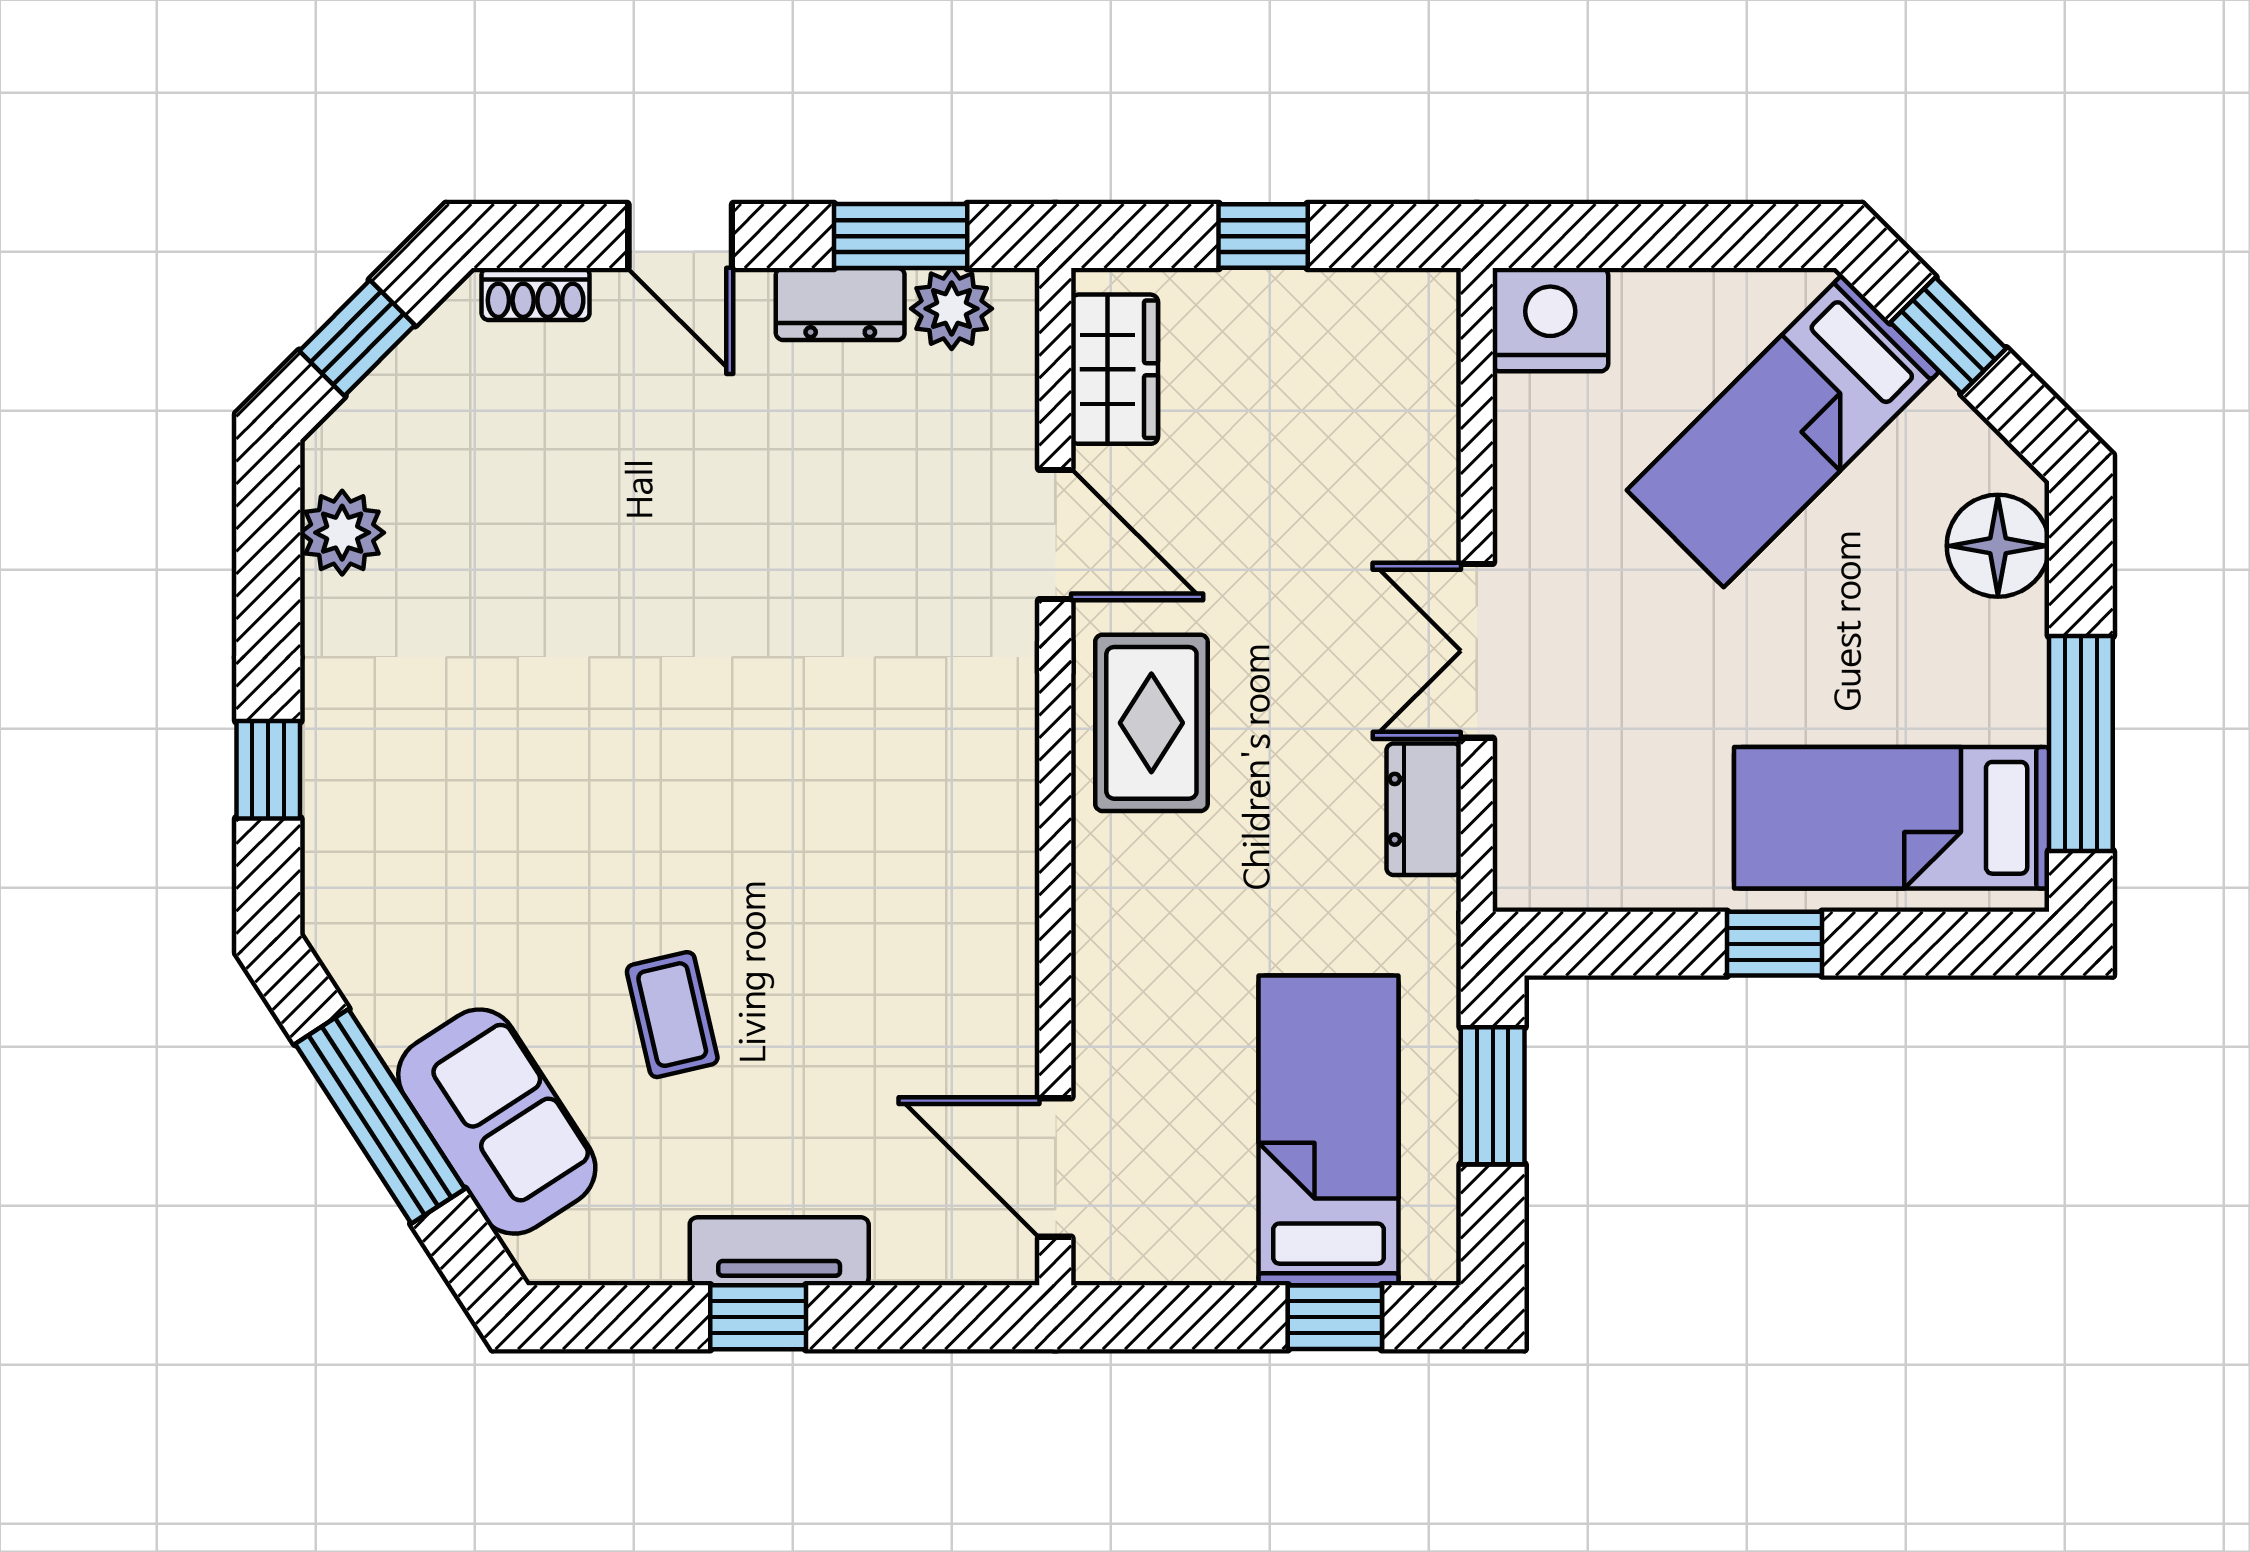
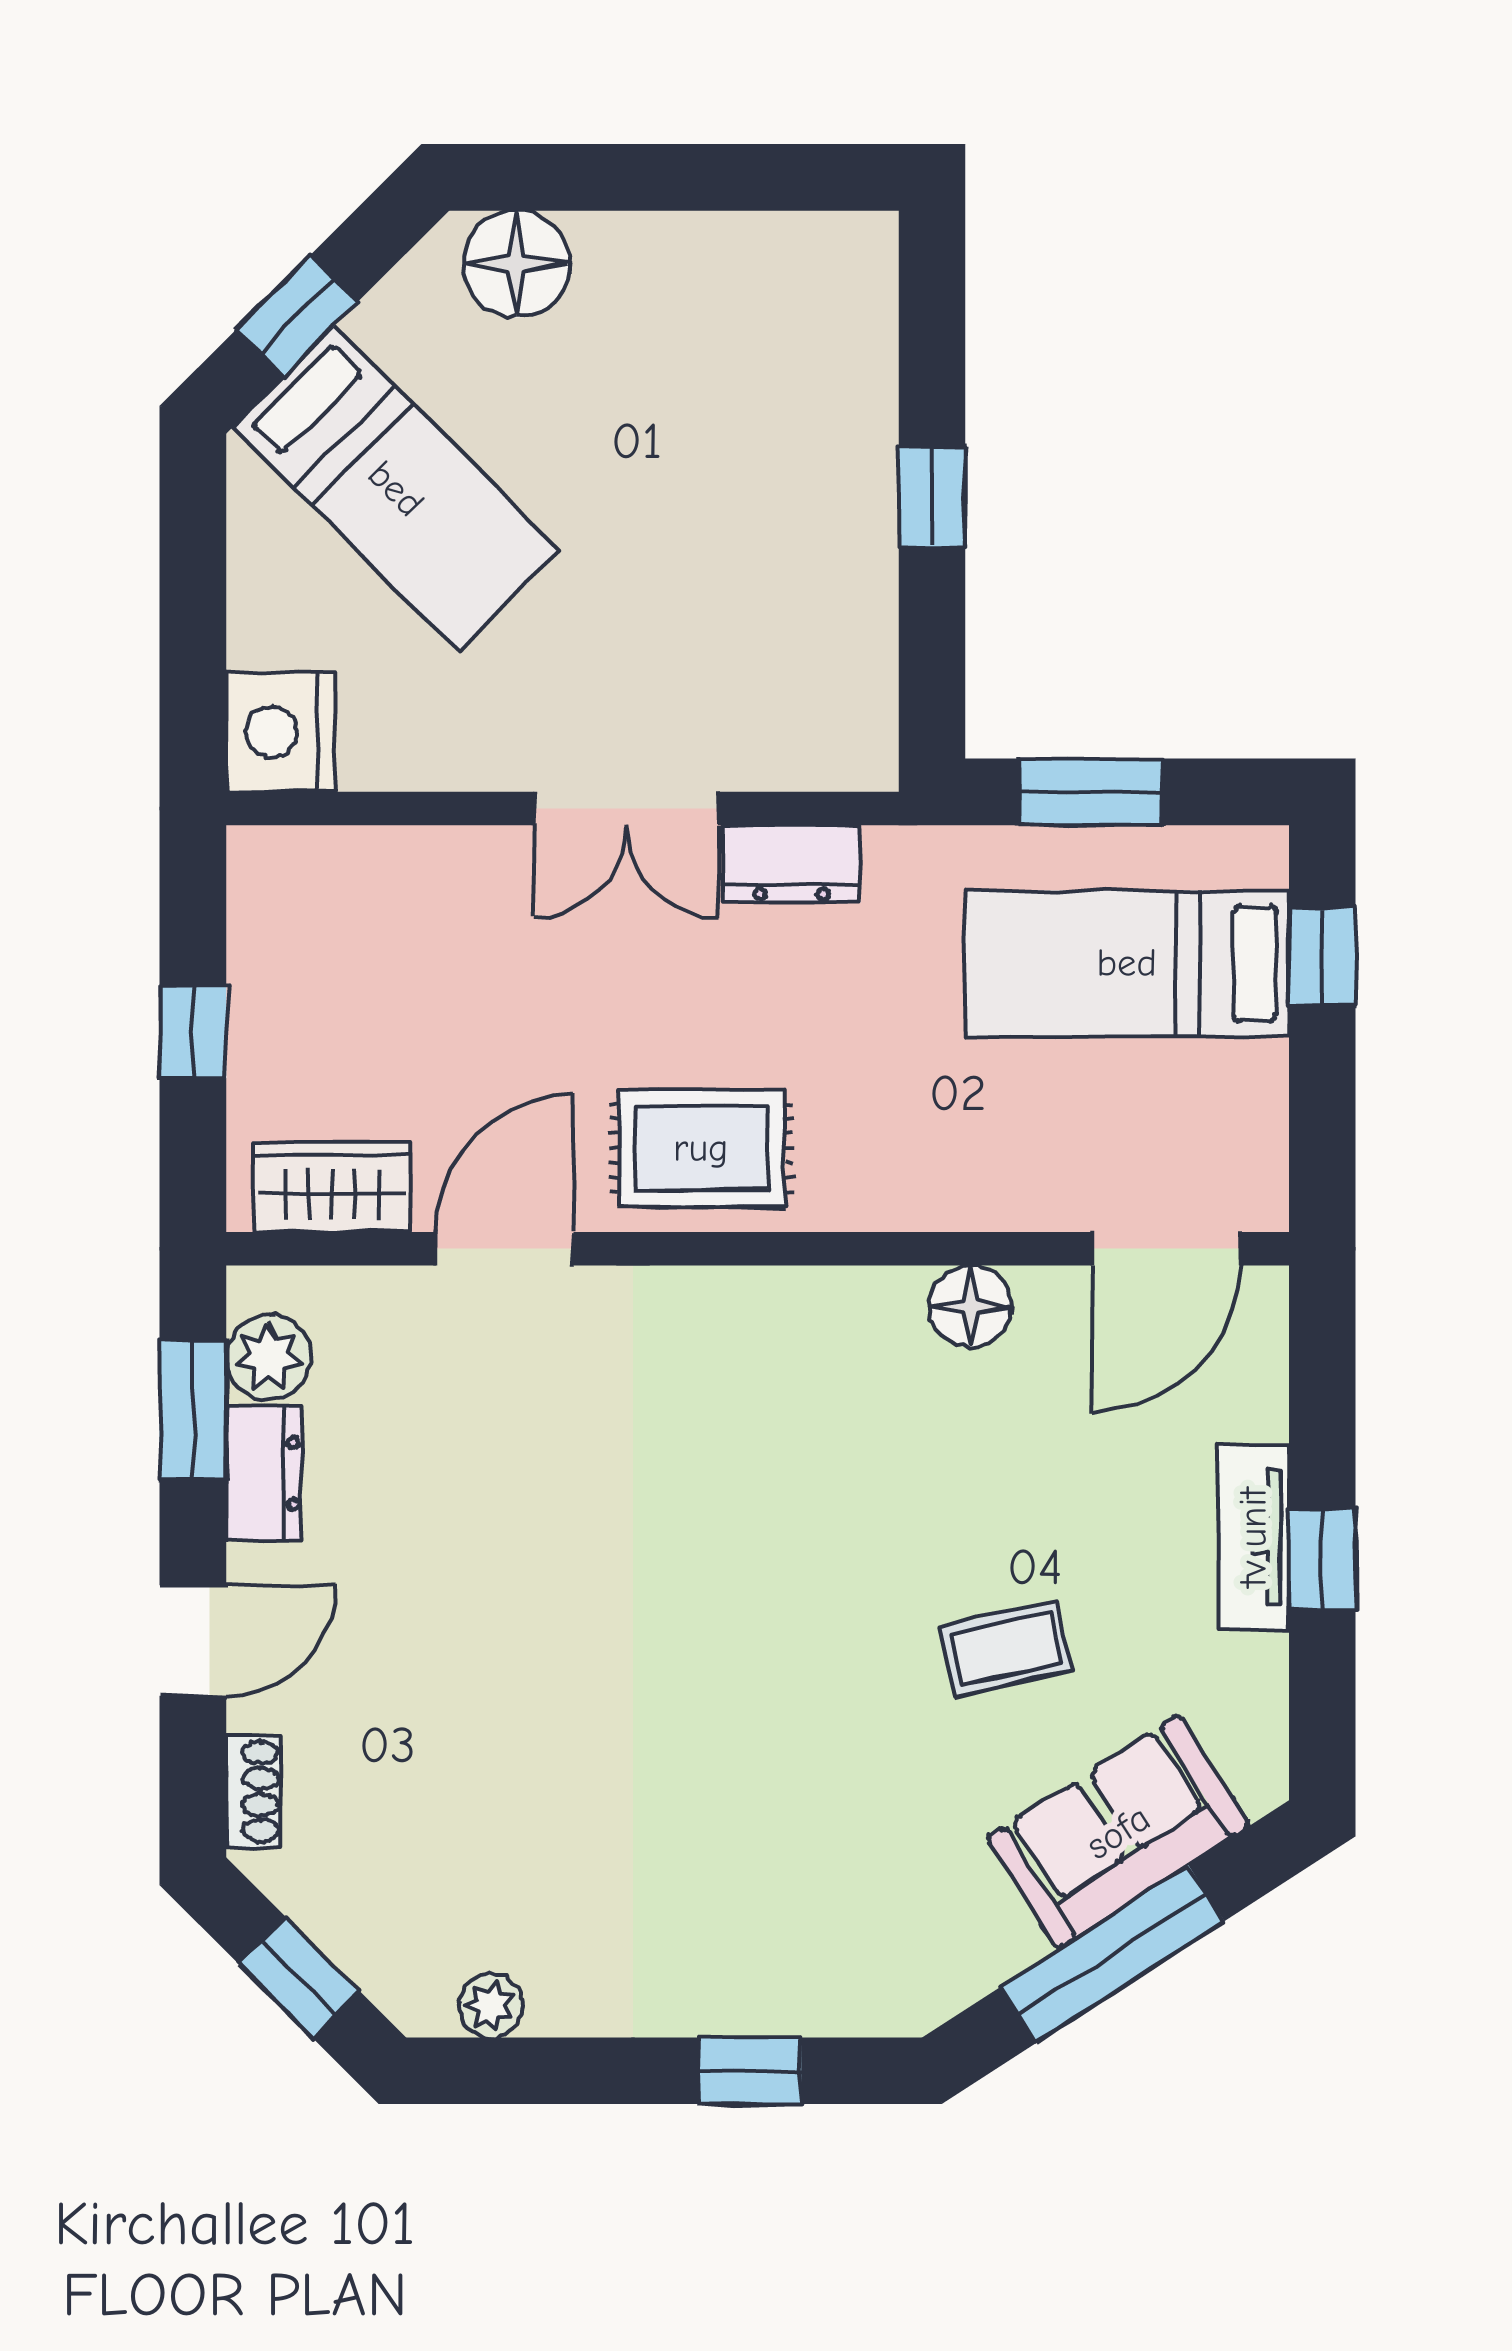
plant: (342, 533) -> (491, 2006), width x0.73, depth x0.73
window: (2081, 743) -> (723, 177), removed
bed: (1892, 818) -> (801, 375), removed
floor lamp: (1000, 980) -> (970, 1306), added

